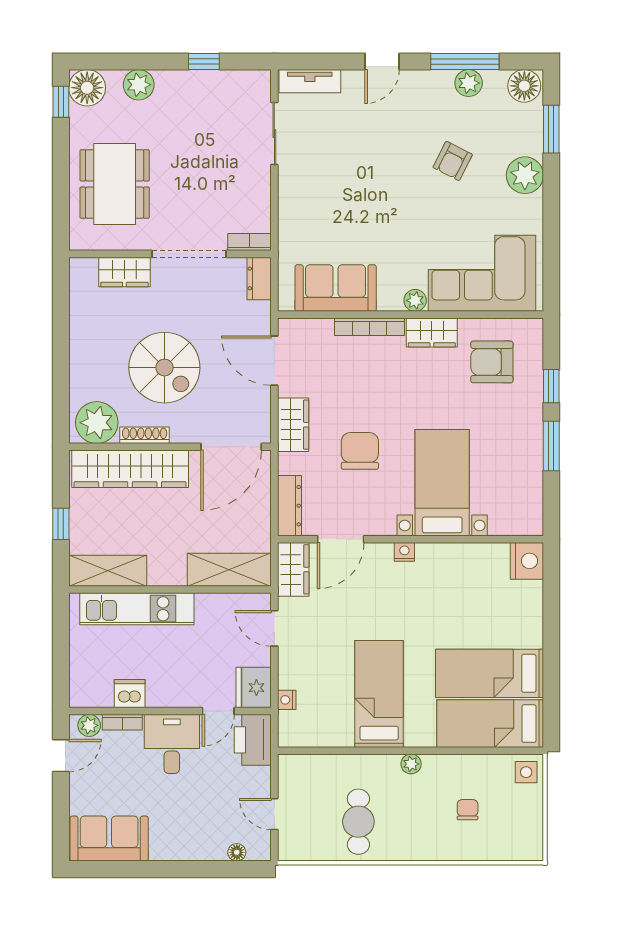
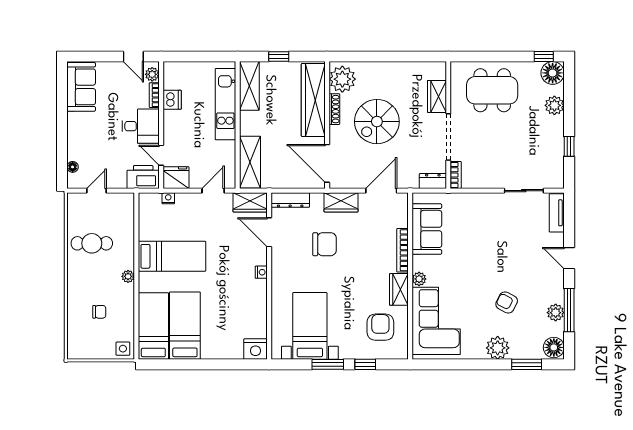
bed with nightstands: (442, 483) -> (310, 326), moved, turned -90

